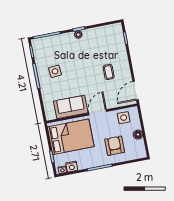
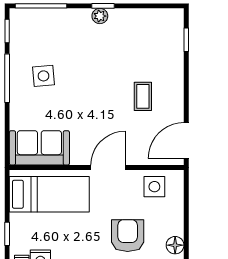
sofa: (71, 107) -> (39, 148), moved
floor lamp: (138, 135) -> (175, 245), moved
bed: (71, 137) -> (49, 194), width x0.67

